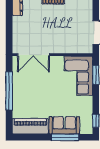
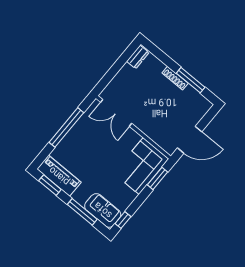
sofa: (64, 125) -> (103, 210), moved
window: (29, 137) -> (50, 185), added

